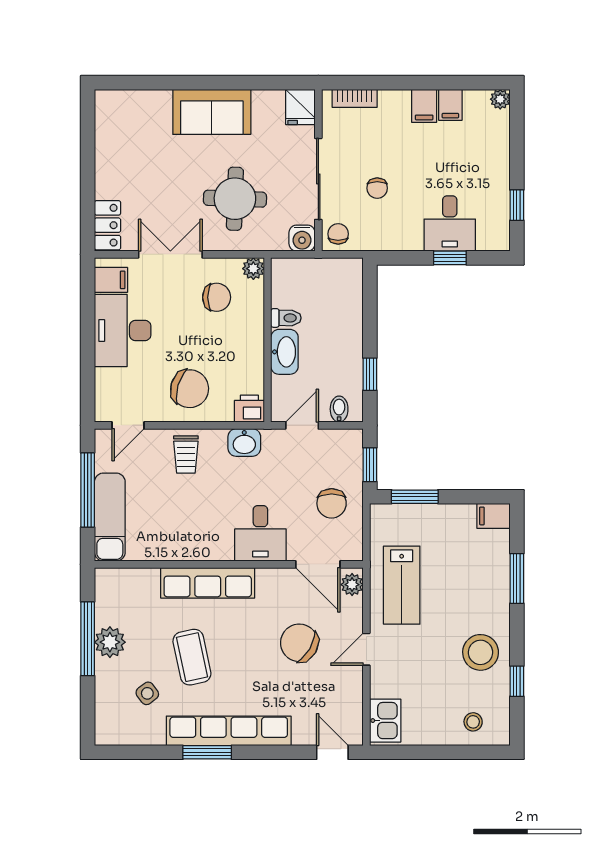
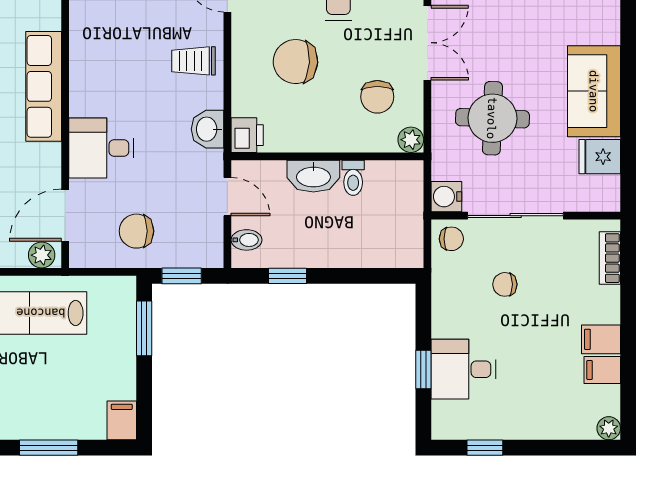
fridge: (300, 107) -> (600, 157), moved
chair: (190, 389) -> (295, 62), moved, turned 77

